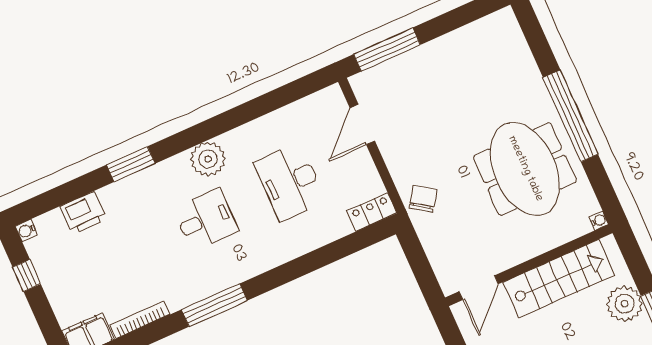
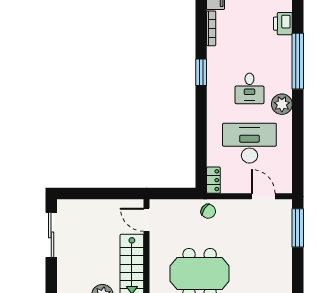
window: (131, 164) -> (298, 61), width x2.11
desk: (290, 182) -> (249, 143), width x1.36, depth x1.30
window: (214, 305) -> (201, 72), width x0.69

